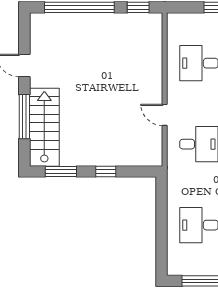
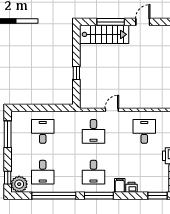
window: (61, 172) -> (76, 45), removed

